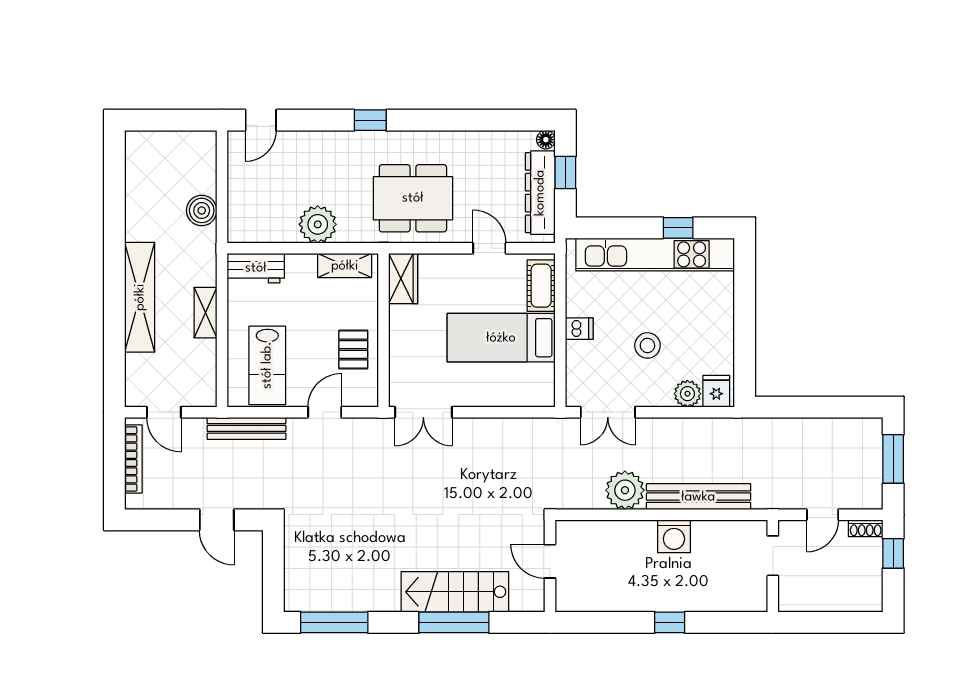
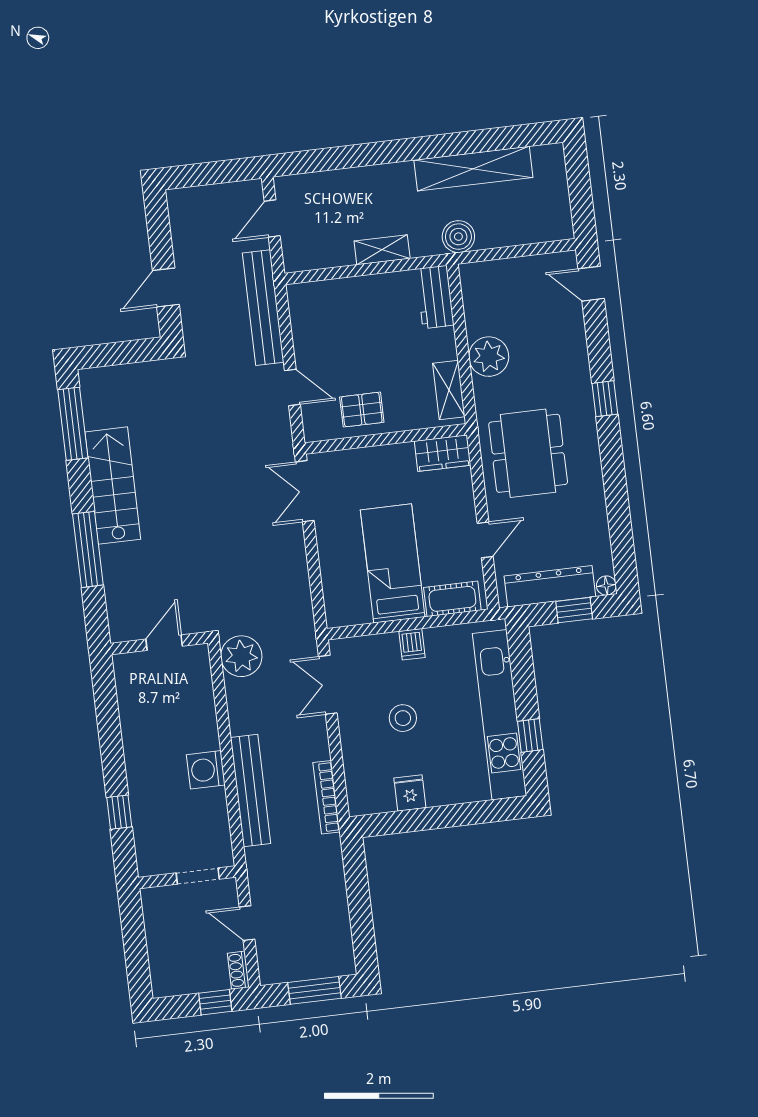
boiler: (202, 210) -> (458, 237), moved
shelving: (140, 297) -> (473, 169), moved
lab bench: (267, 365) -> (334, 321), removed
fridge: (716, 391) -> (410, 793), moved, turned -90
plant: (687, 394) -> (357, 766), removed
bench: (246, 428) -> (263, 308), width x1.37, depth x1.21
bookcase: (133, 459) -> (326, 797), moved, turned 90
plant: (625, 490) -> (241, 656), moved
stairs: (455, 592) -> (113, 486), moved
window: (670, 622) -> (119, 812), moved

